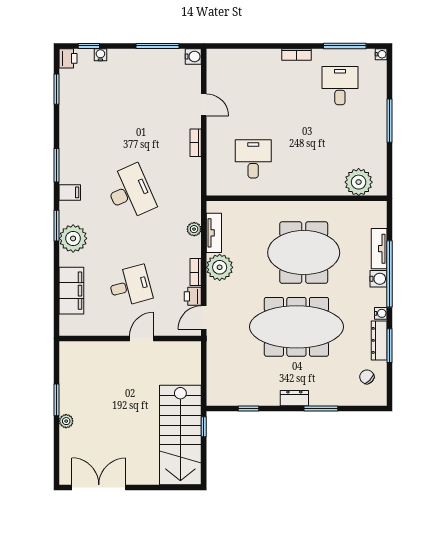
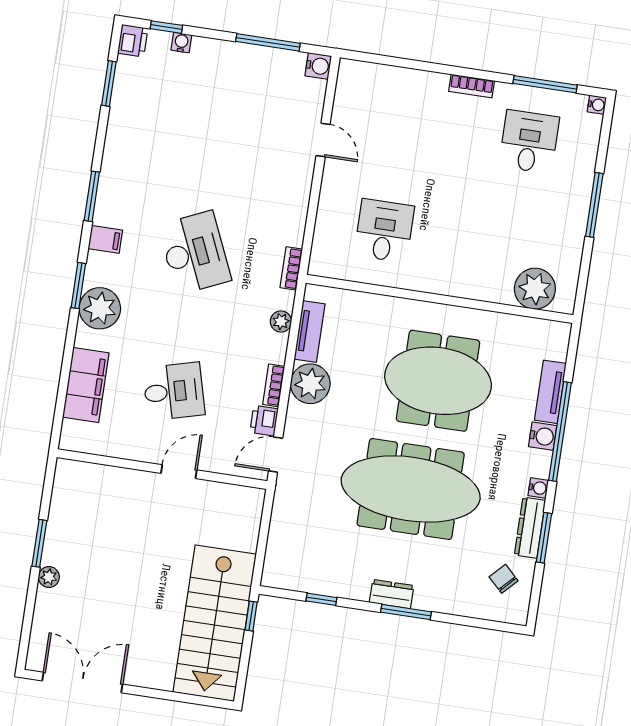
bookcase: (196, 143) -> (291, 268), moved
window: (321, 409) -> (406, 612), moved

